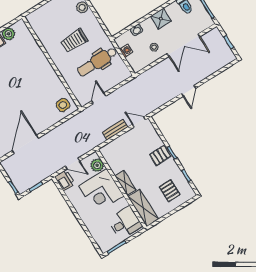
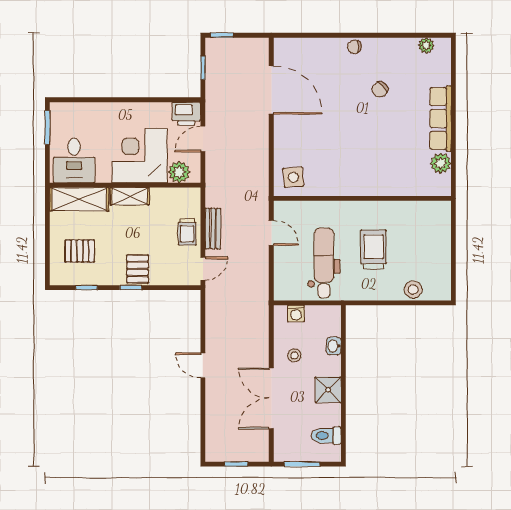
washing machine: (126, 51) -> (296, 313), moved
trolley: (125, 142) -> (187, 232), added

